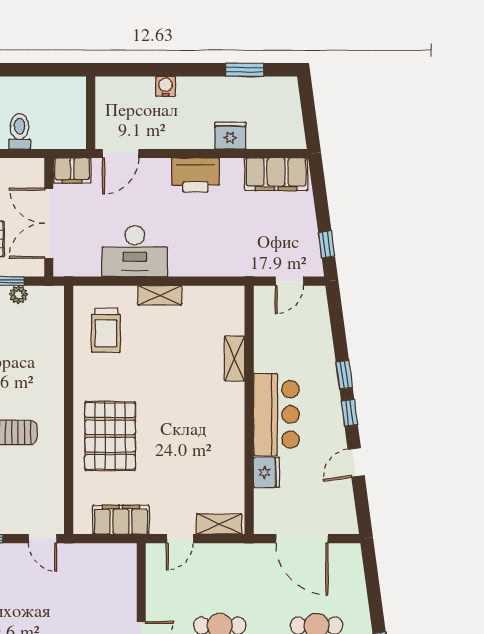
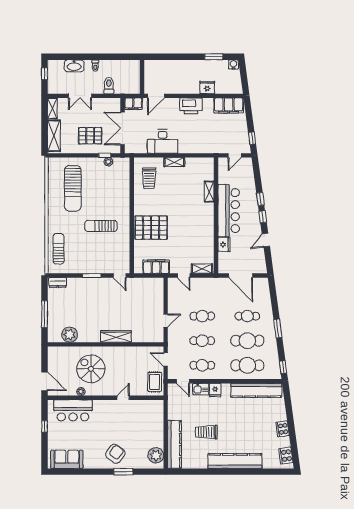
water cooler: (166, 86) -> (233, 65), moved
bar counter: (276, 414) -> (229, 211), width x1.36
pallet: (110, 436) -> (151, 228), turned 90
door: (180, 539) -> (184, 276), hinge flipped

